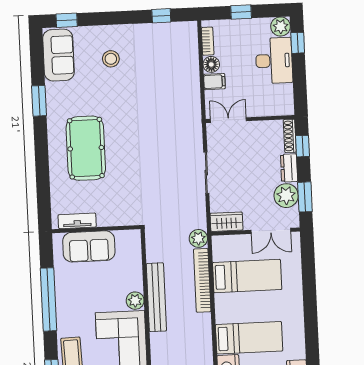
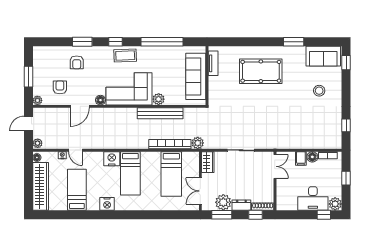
sofa: (89, 246) -> (196, 76), width x1.36

